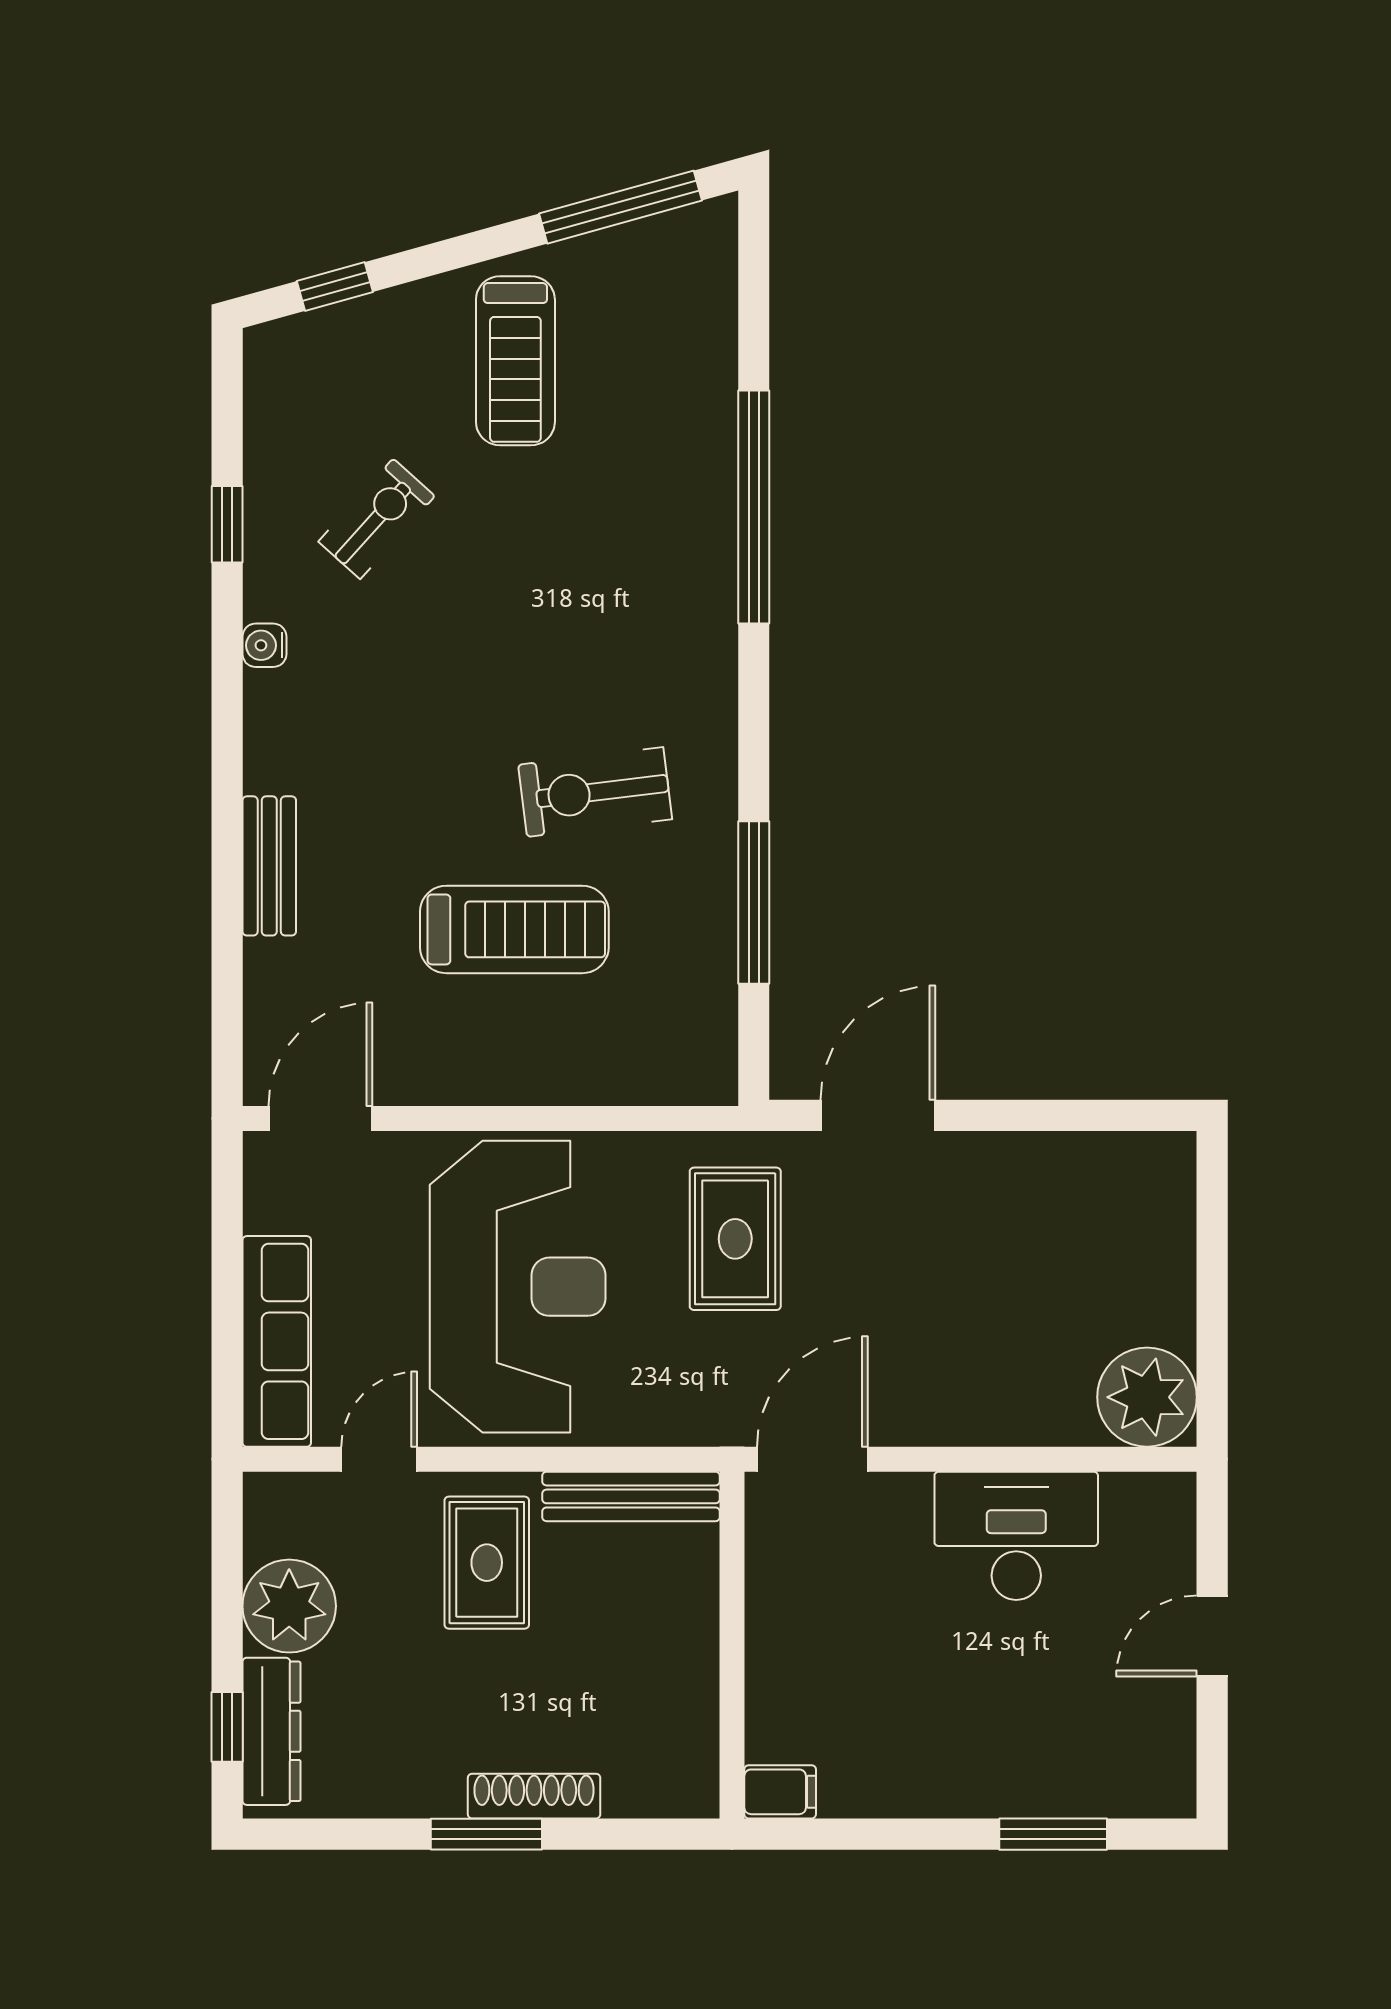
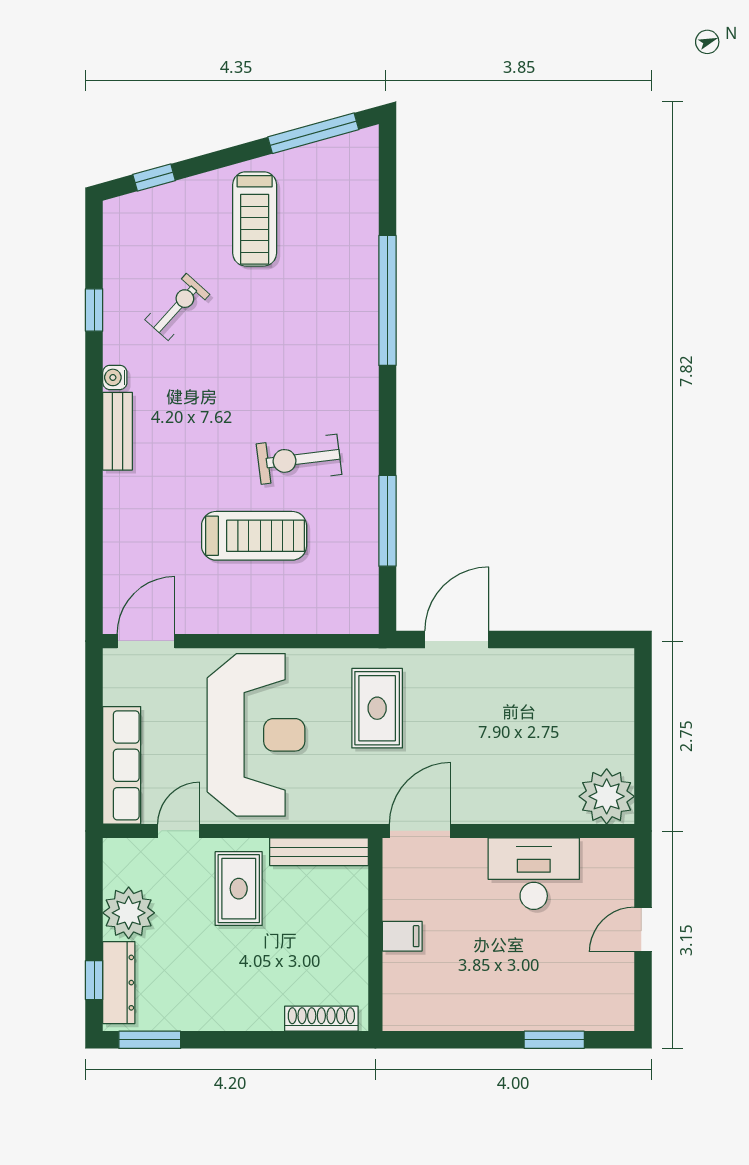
bench: (269, 866) -> (117, 431), moved
filing cabinet: (780, 1792) -> (402, 936), moved
shoe rack: (534, 1796) -> (321, 1019), moved
window: (486, 1834) -> (150, 1040), moved

